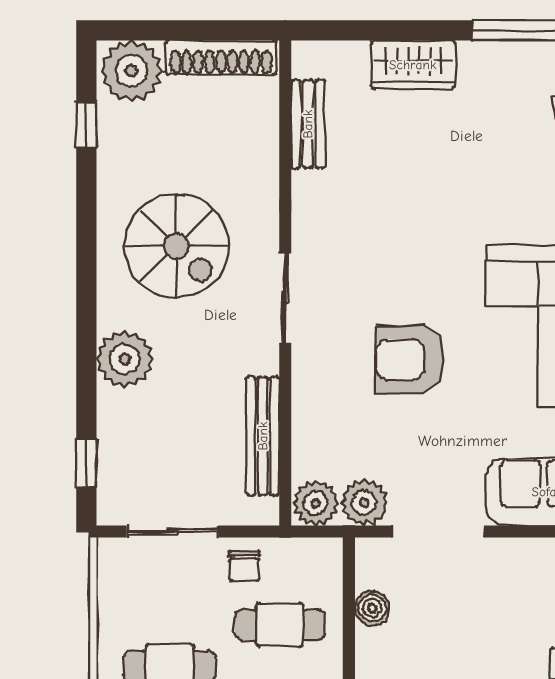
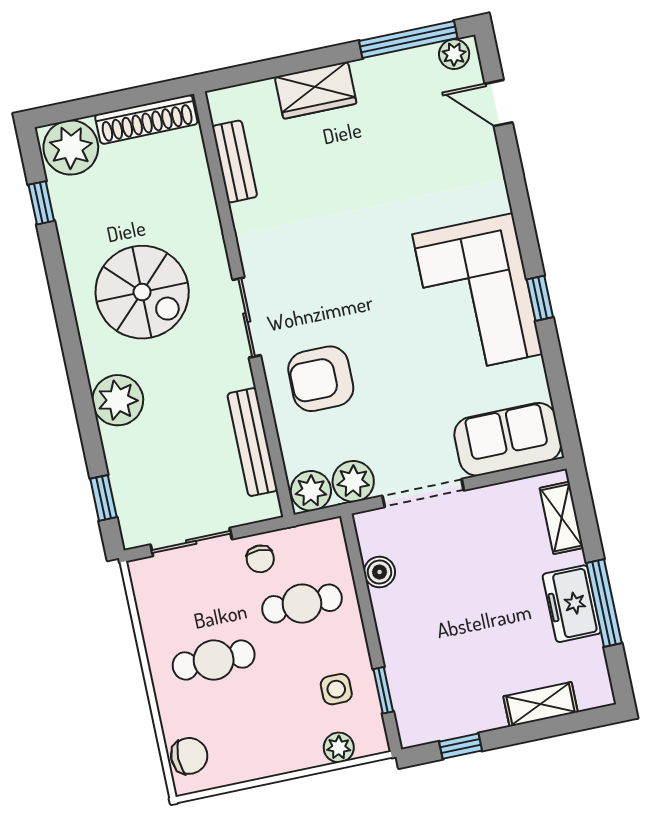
armchair: (410, 360) -> (321, 379), moved

